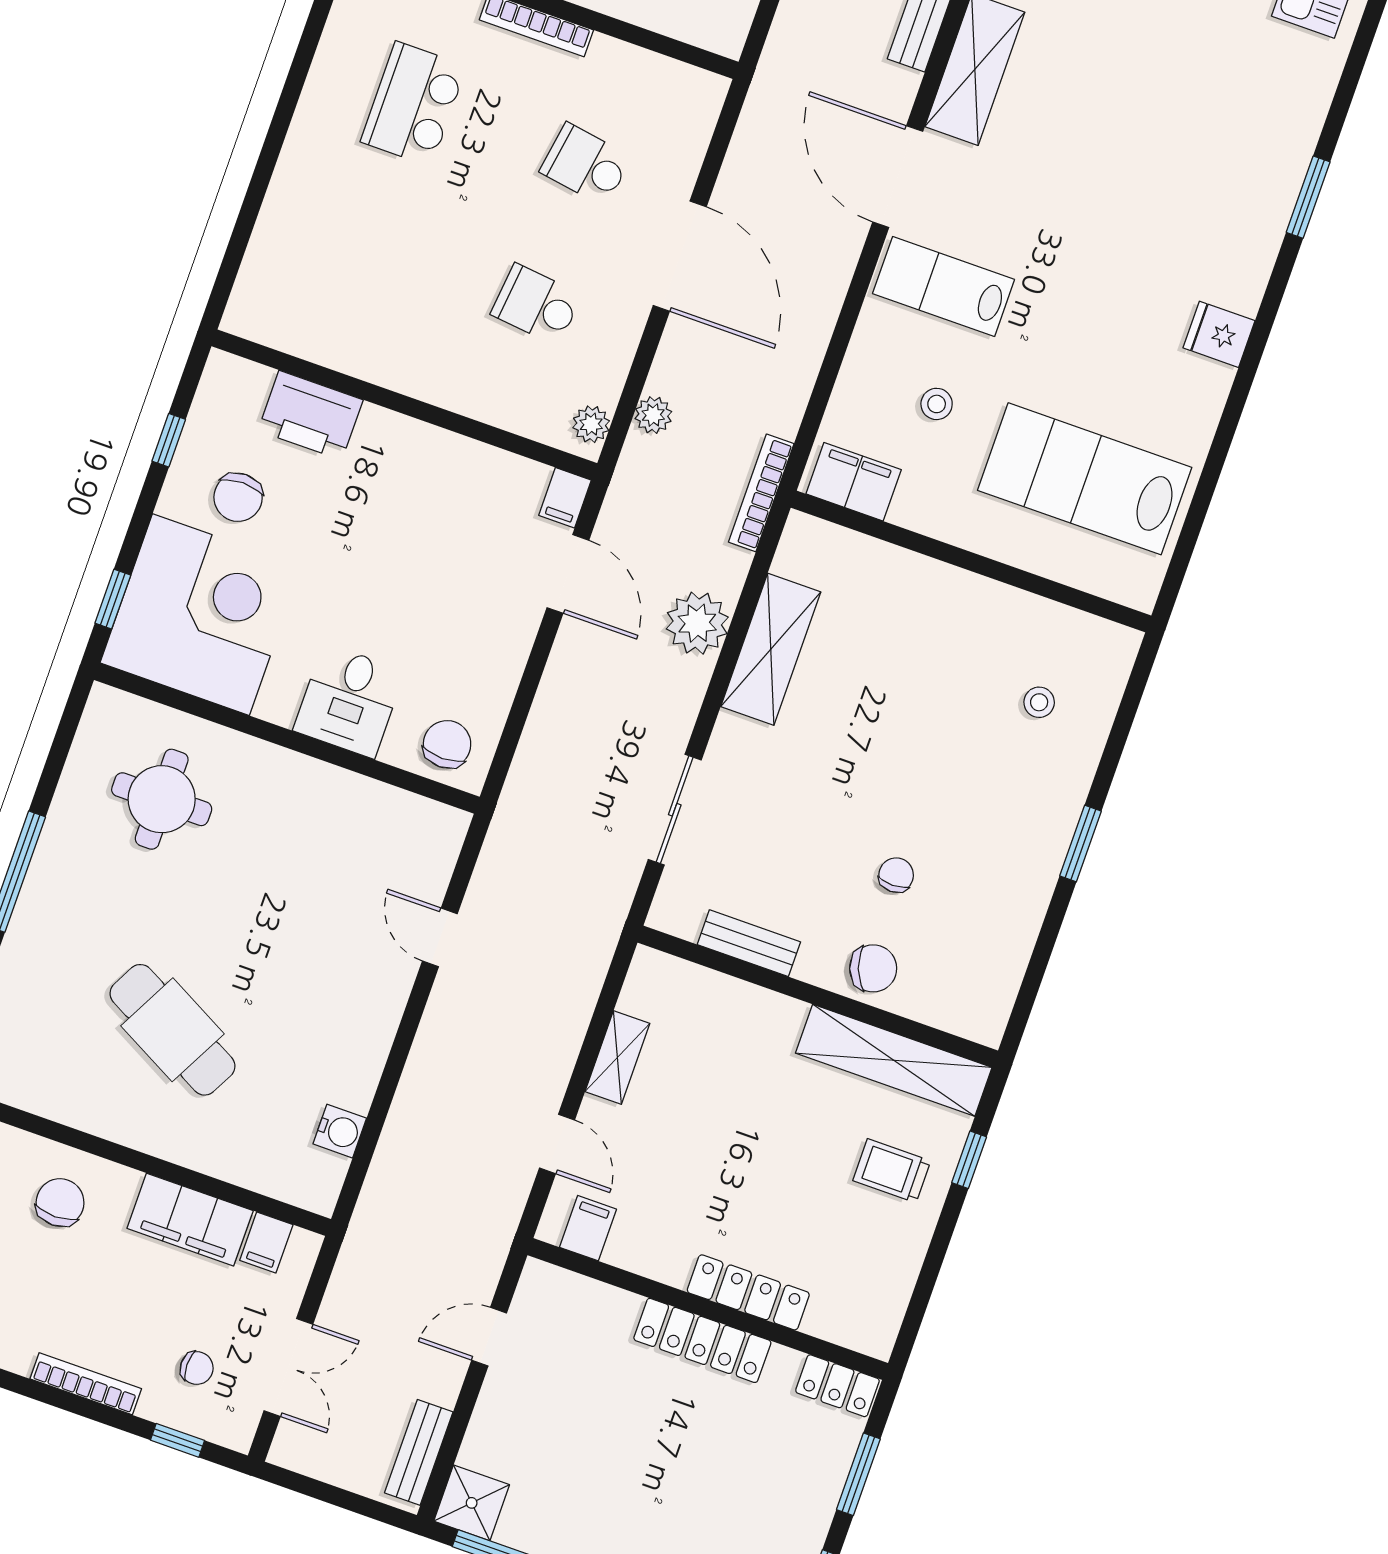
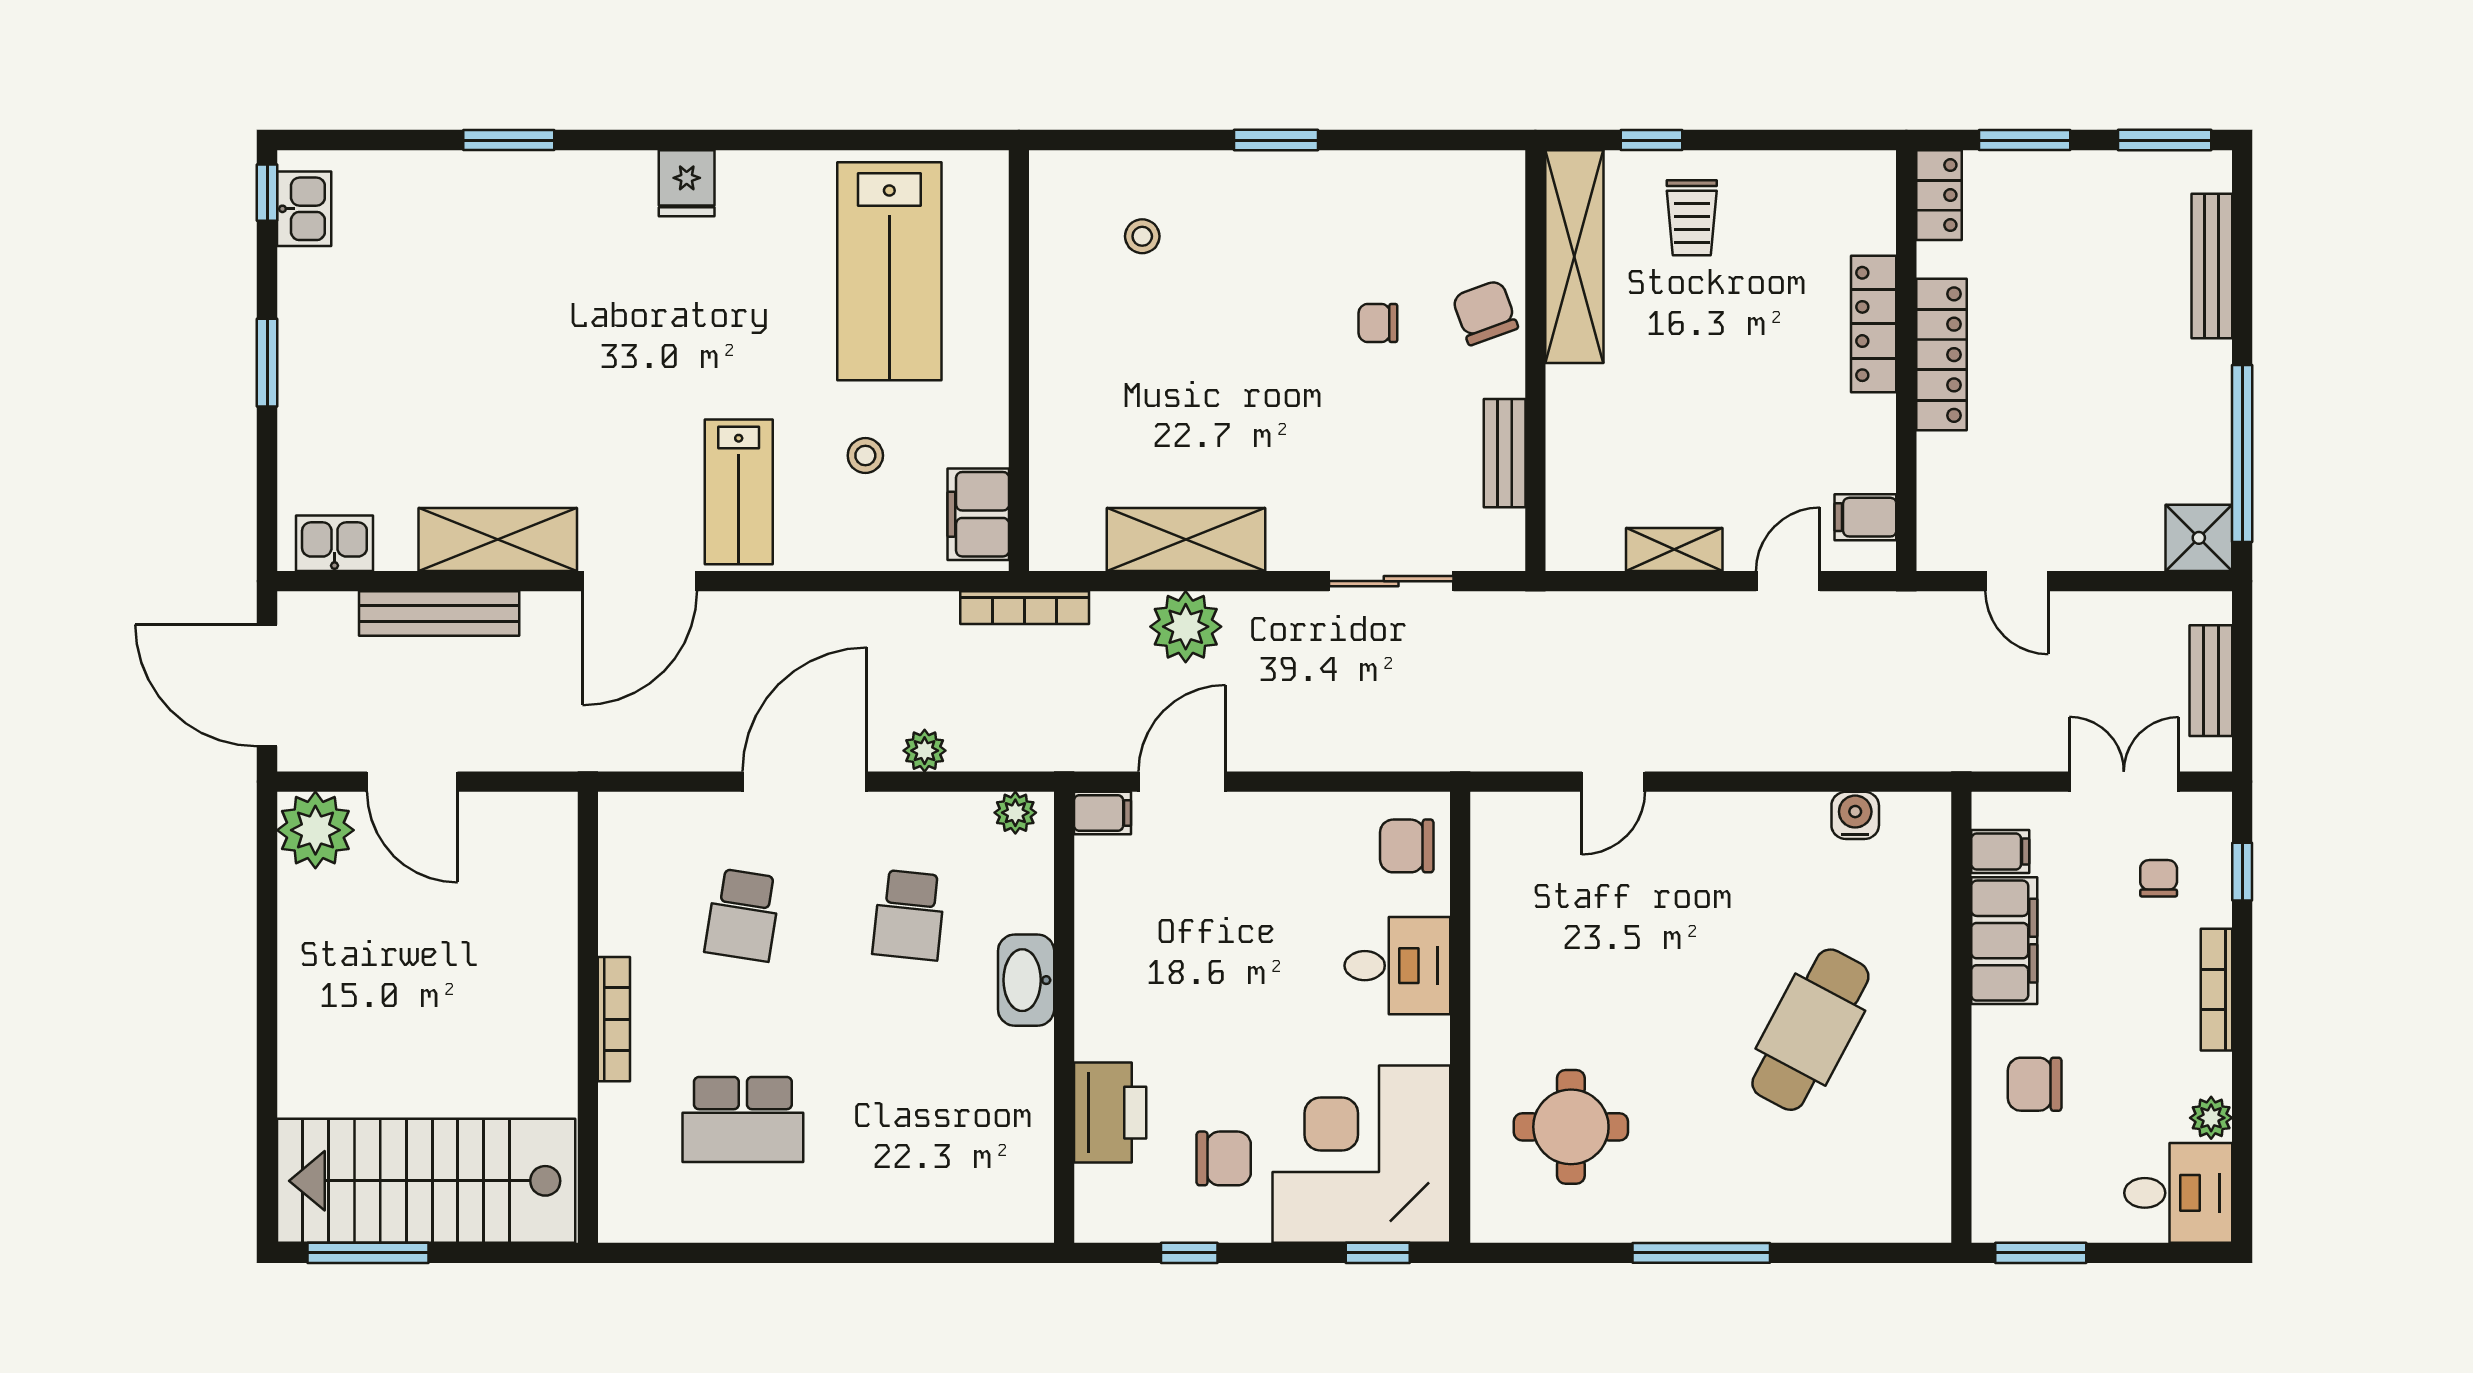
washbasin: (447, 384) -> (1026, 980), added
plant: (653, 415) -> (925, 751), moved
bench: (419, 1452) -> (2211, 681), moved, turned 90

